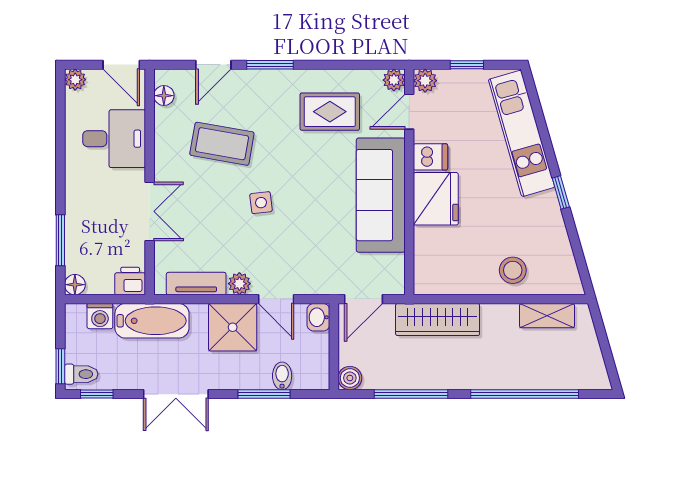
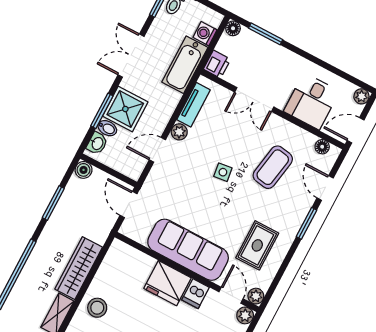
washbasin: (318, 317) -> (97, 143), moved, turned 90
wardrobe: (438, 320) -> (79, 268), moved
shower: (233, 327) -> (125, 109), moved
window: (411, 394) -> (53, 203), width x0.69

